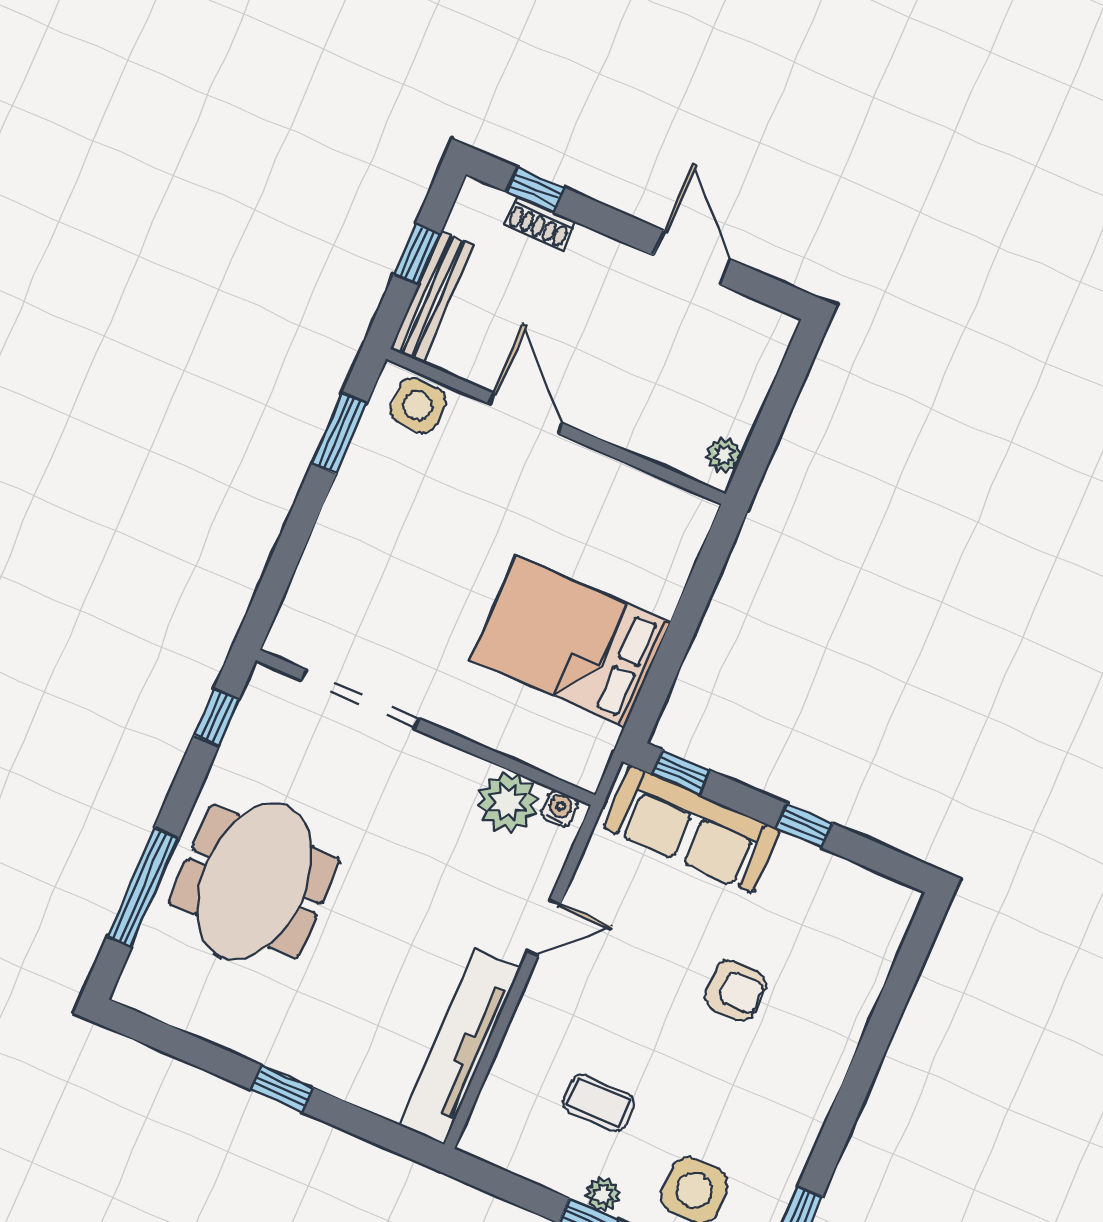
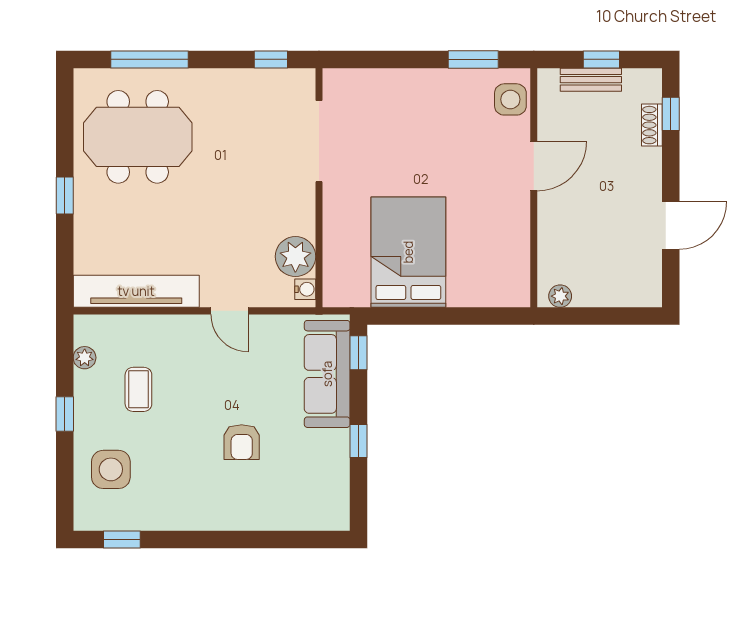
bench: (432, 297) -> (591, 80), width x0.73
meeting table: (254, 881) -> (138, 137), moved
plant: (603, 1194) -> (85, 358), moved

